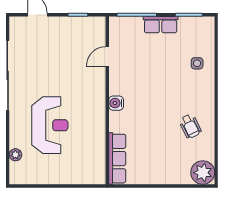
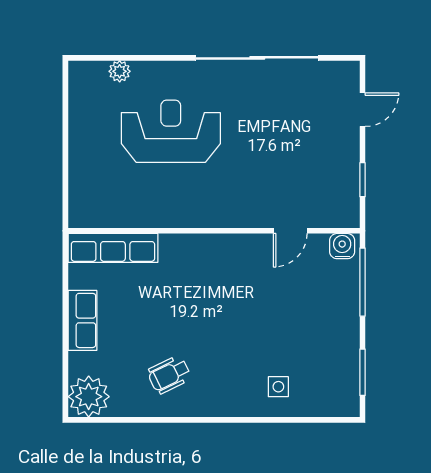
row of seats: (161, 25) -> (82, 320), moved, turned 180
door: (107, 56) -> (290, 231), swing flipped
water cooler: (116, 103) -> (342, 246), moved
reception desk: (50, 125) -> (171, 131), turned 180

